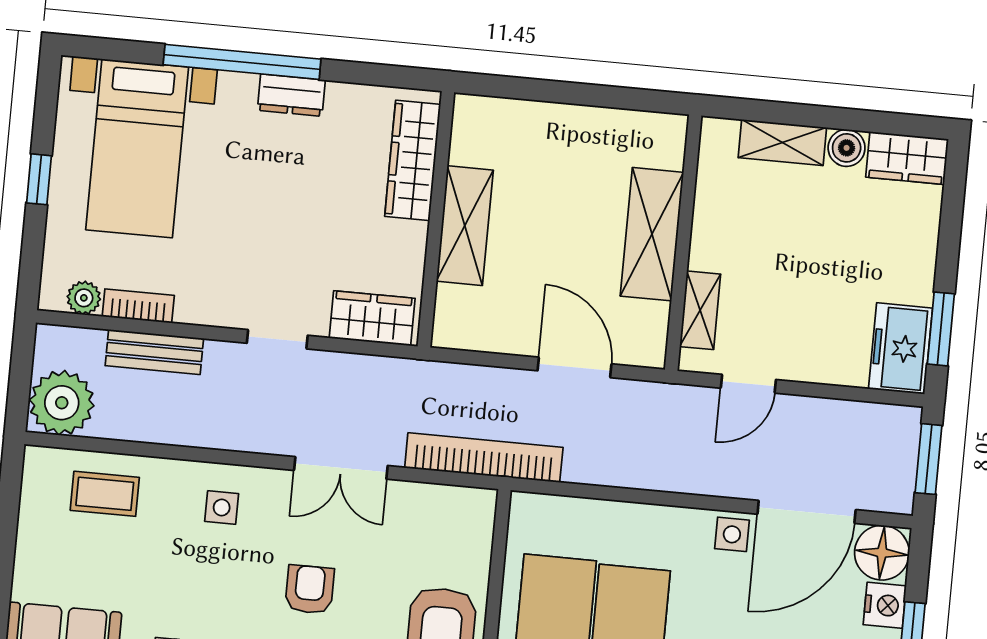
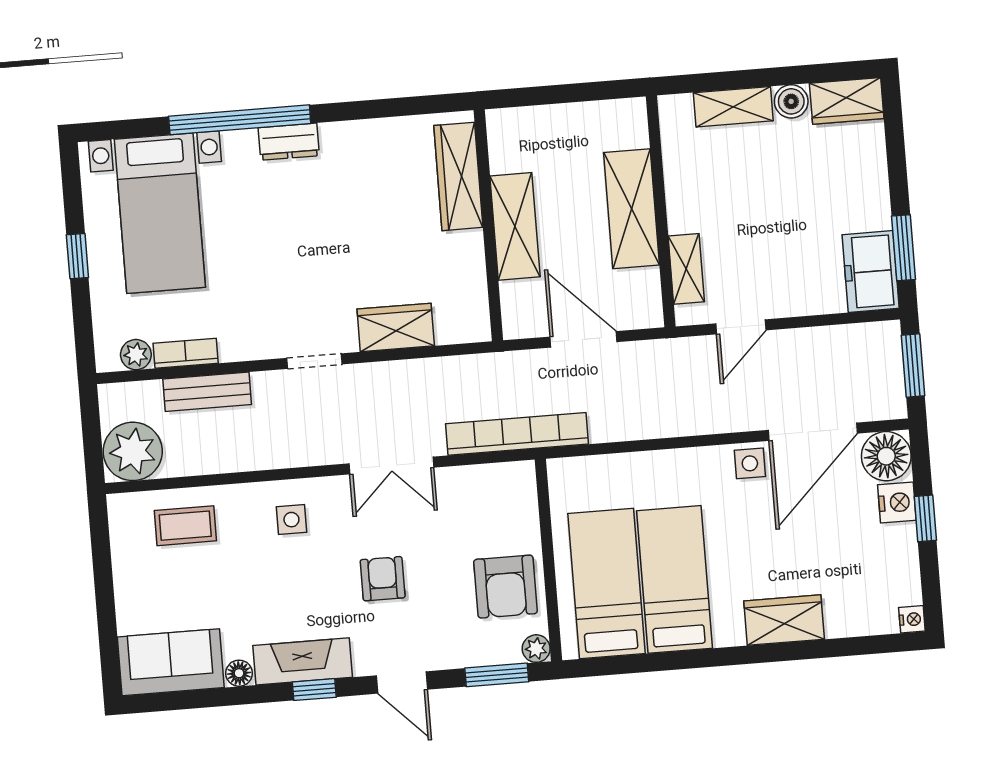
wardrobe: (413, 160) -> (458, 176), moved
wall: (436, 219) -> (488, 225), moved
shelving: (465, 226) -> (515, 226), moved

